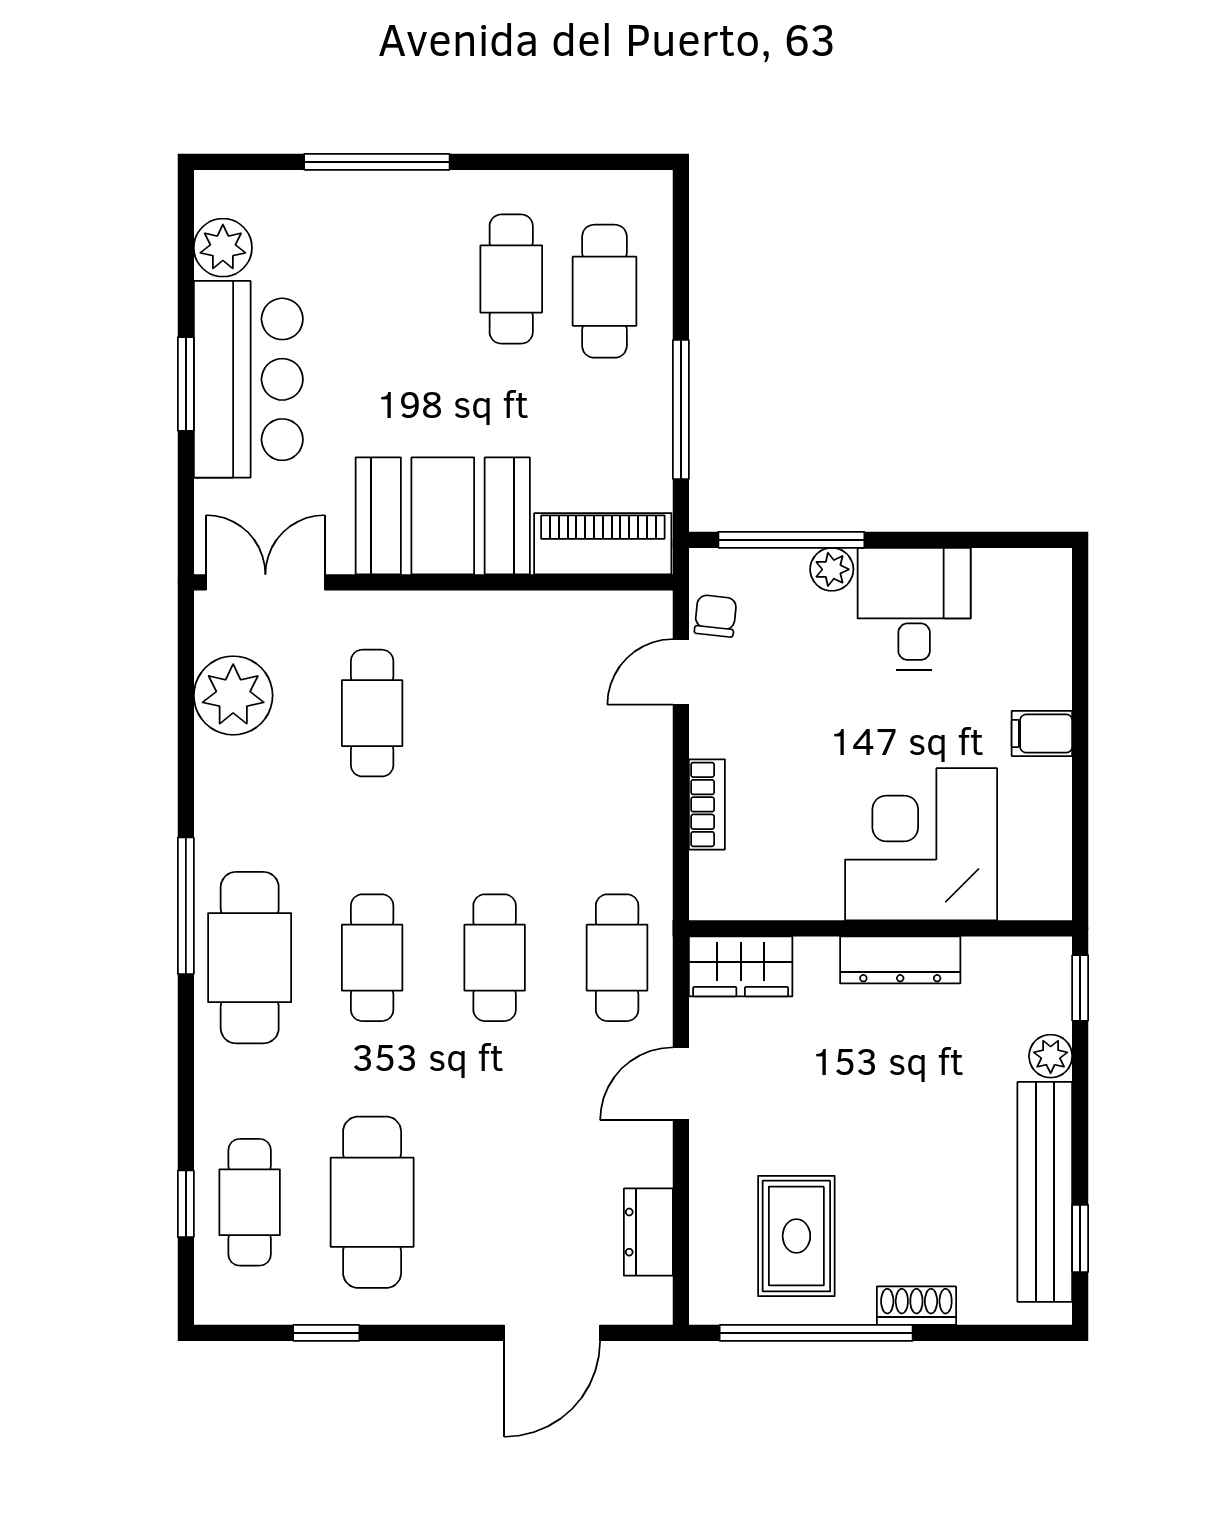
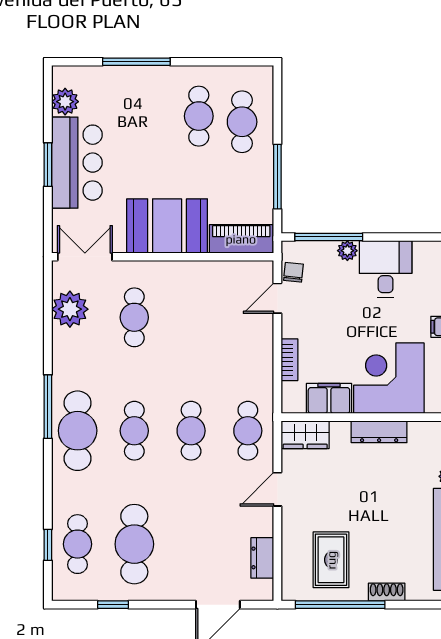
filing cabinet: (792, 888) -> (329, 398), added

